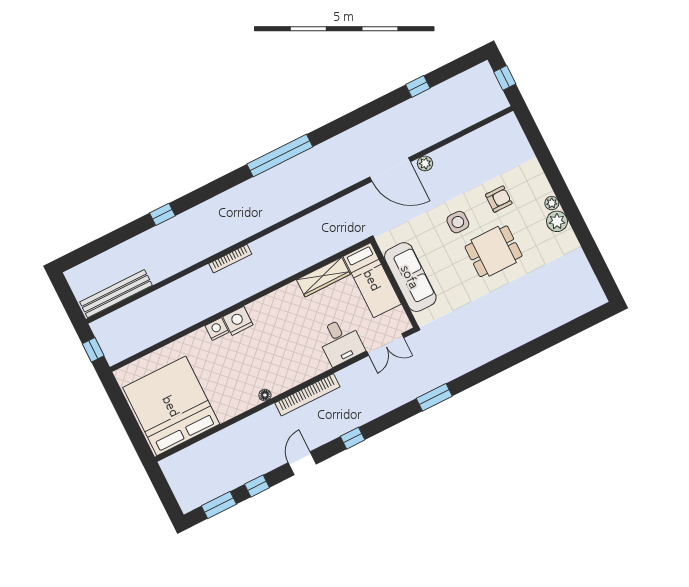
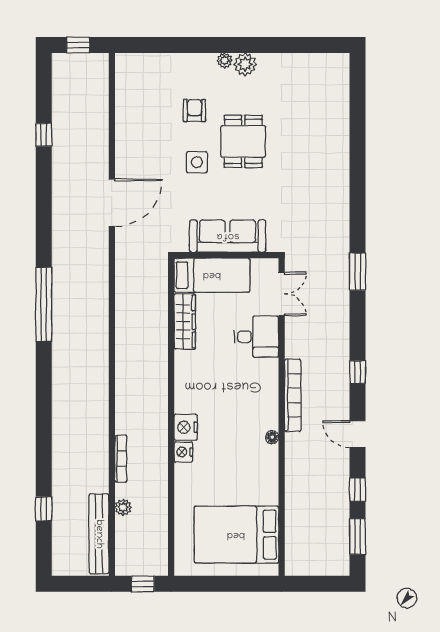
plant: (425, 163) -> (123, 507), moved
window: (162, 214) -> (44, 509), moved
bookcase: (230, 259) -> (121, 459), moved
bed: (171, 406) -> (236, 535), width x0.73

